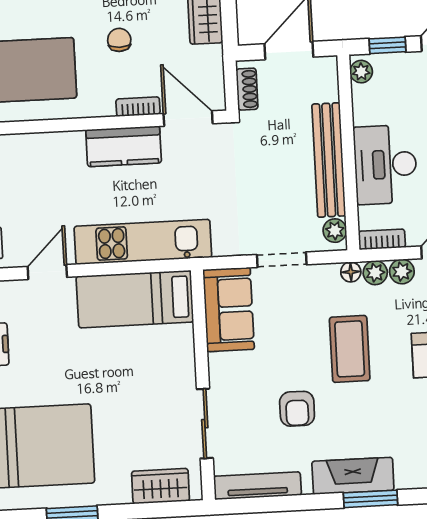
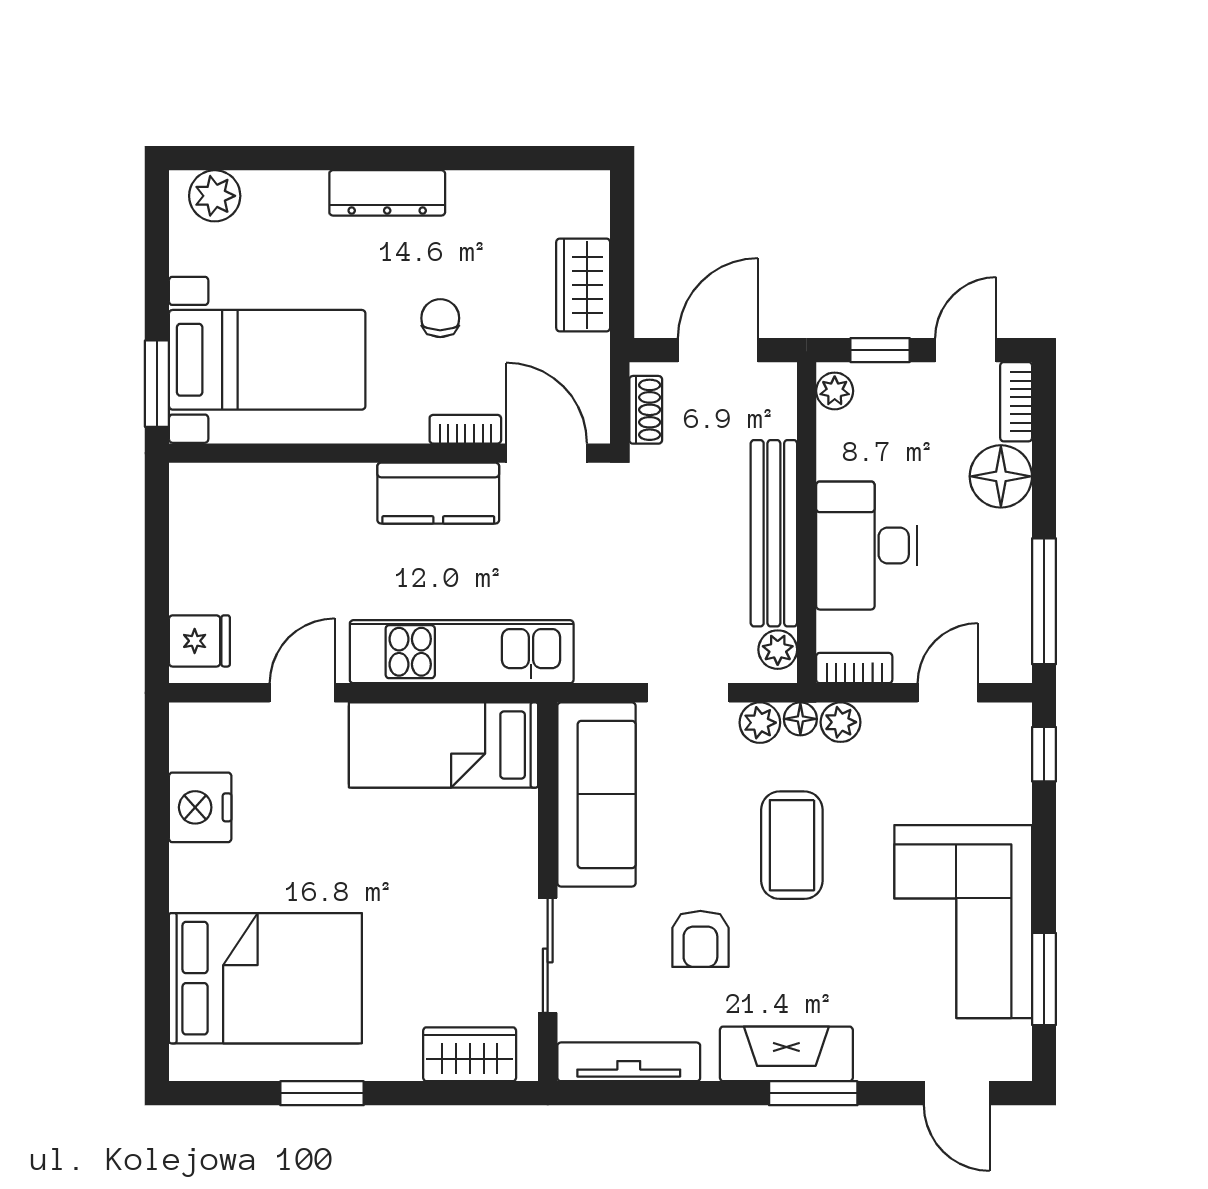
plant: (402, 272) -> (760, 723), moved
sofa: (229, 309) -> (596, 794), width x1.36

